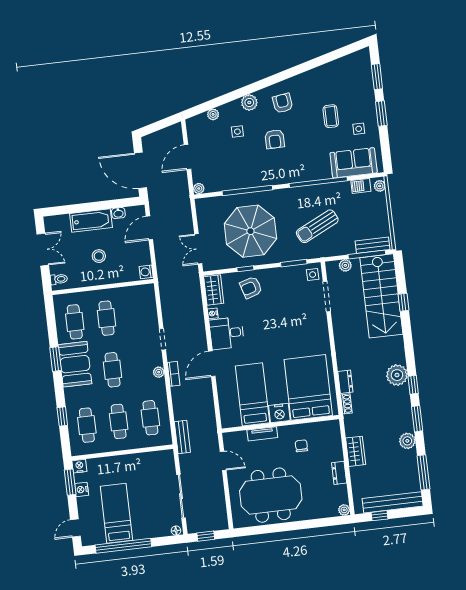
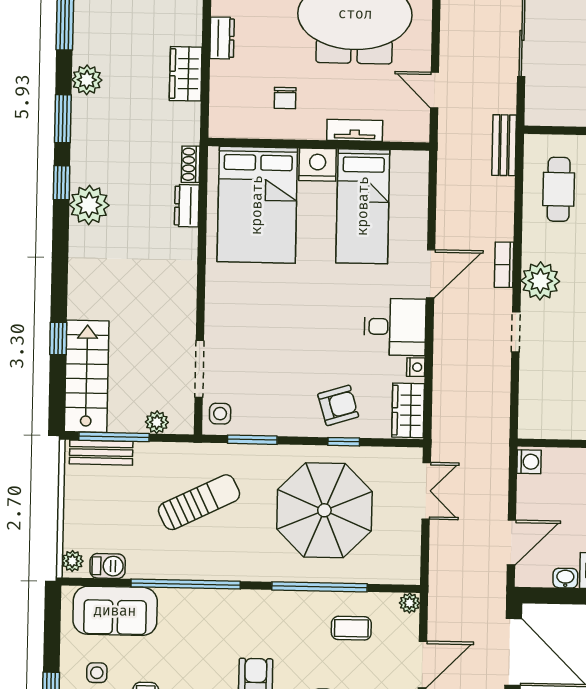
coffee table: (228, 171) -> (351, 628), added
stairs: (381, 296) -> (87, 376), width x0.73, depth x0.66
plant: (159, 372) -> (540, 281), width x1.87, depth x1.87

